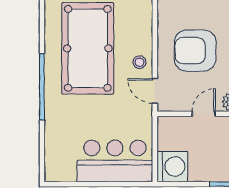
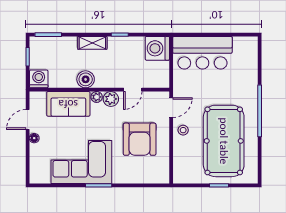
armchair: (195, 51) -> (140, 139), turned 90
door: (155, 91) -> (171, 108), hinge flipped

